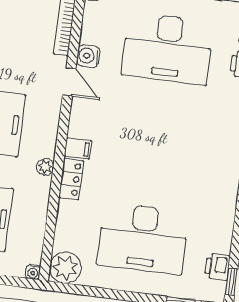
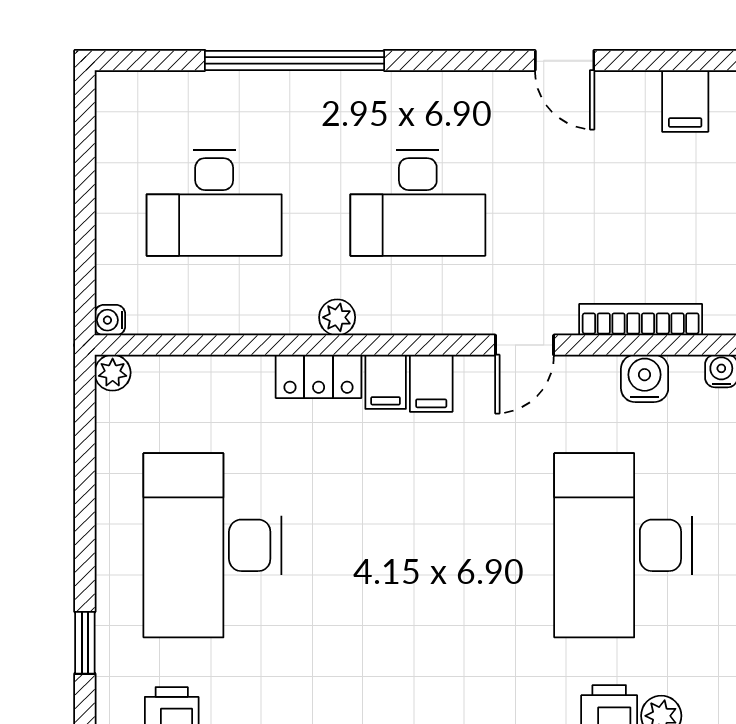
water cooler: (88, 56) -> (645, 378), moved
filing cabinet: (81, 127) -> (431, 383), added
plant: (65, 268) -> (113, 373), width x0.53, depth x0.53

